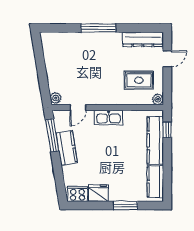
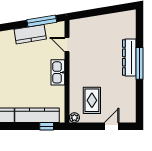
dresser: (143, 39) -> (129, 58), moved
door: (167, 59) -> (112, 126), swing flipped
plant: (56, 98) -> (76, 24), removed

